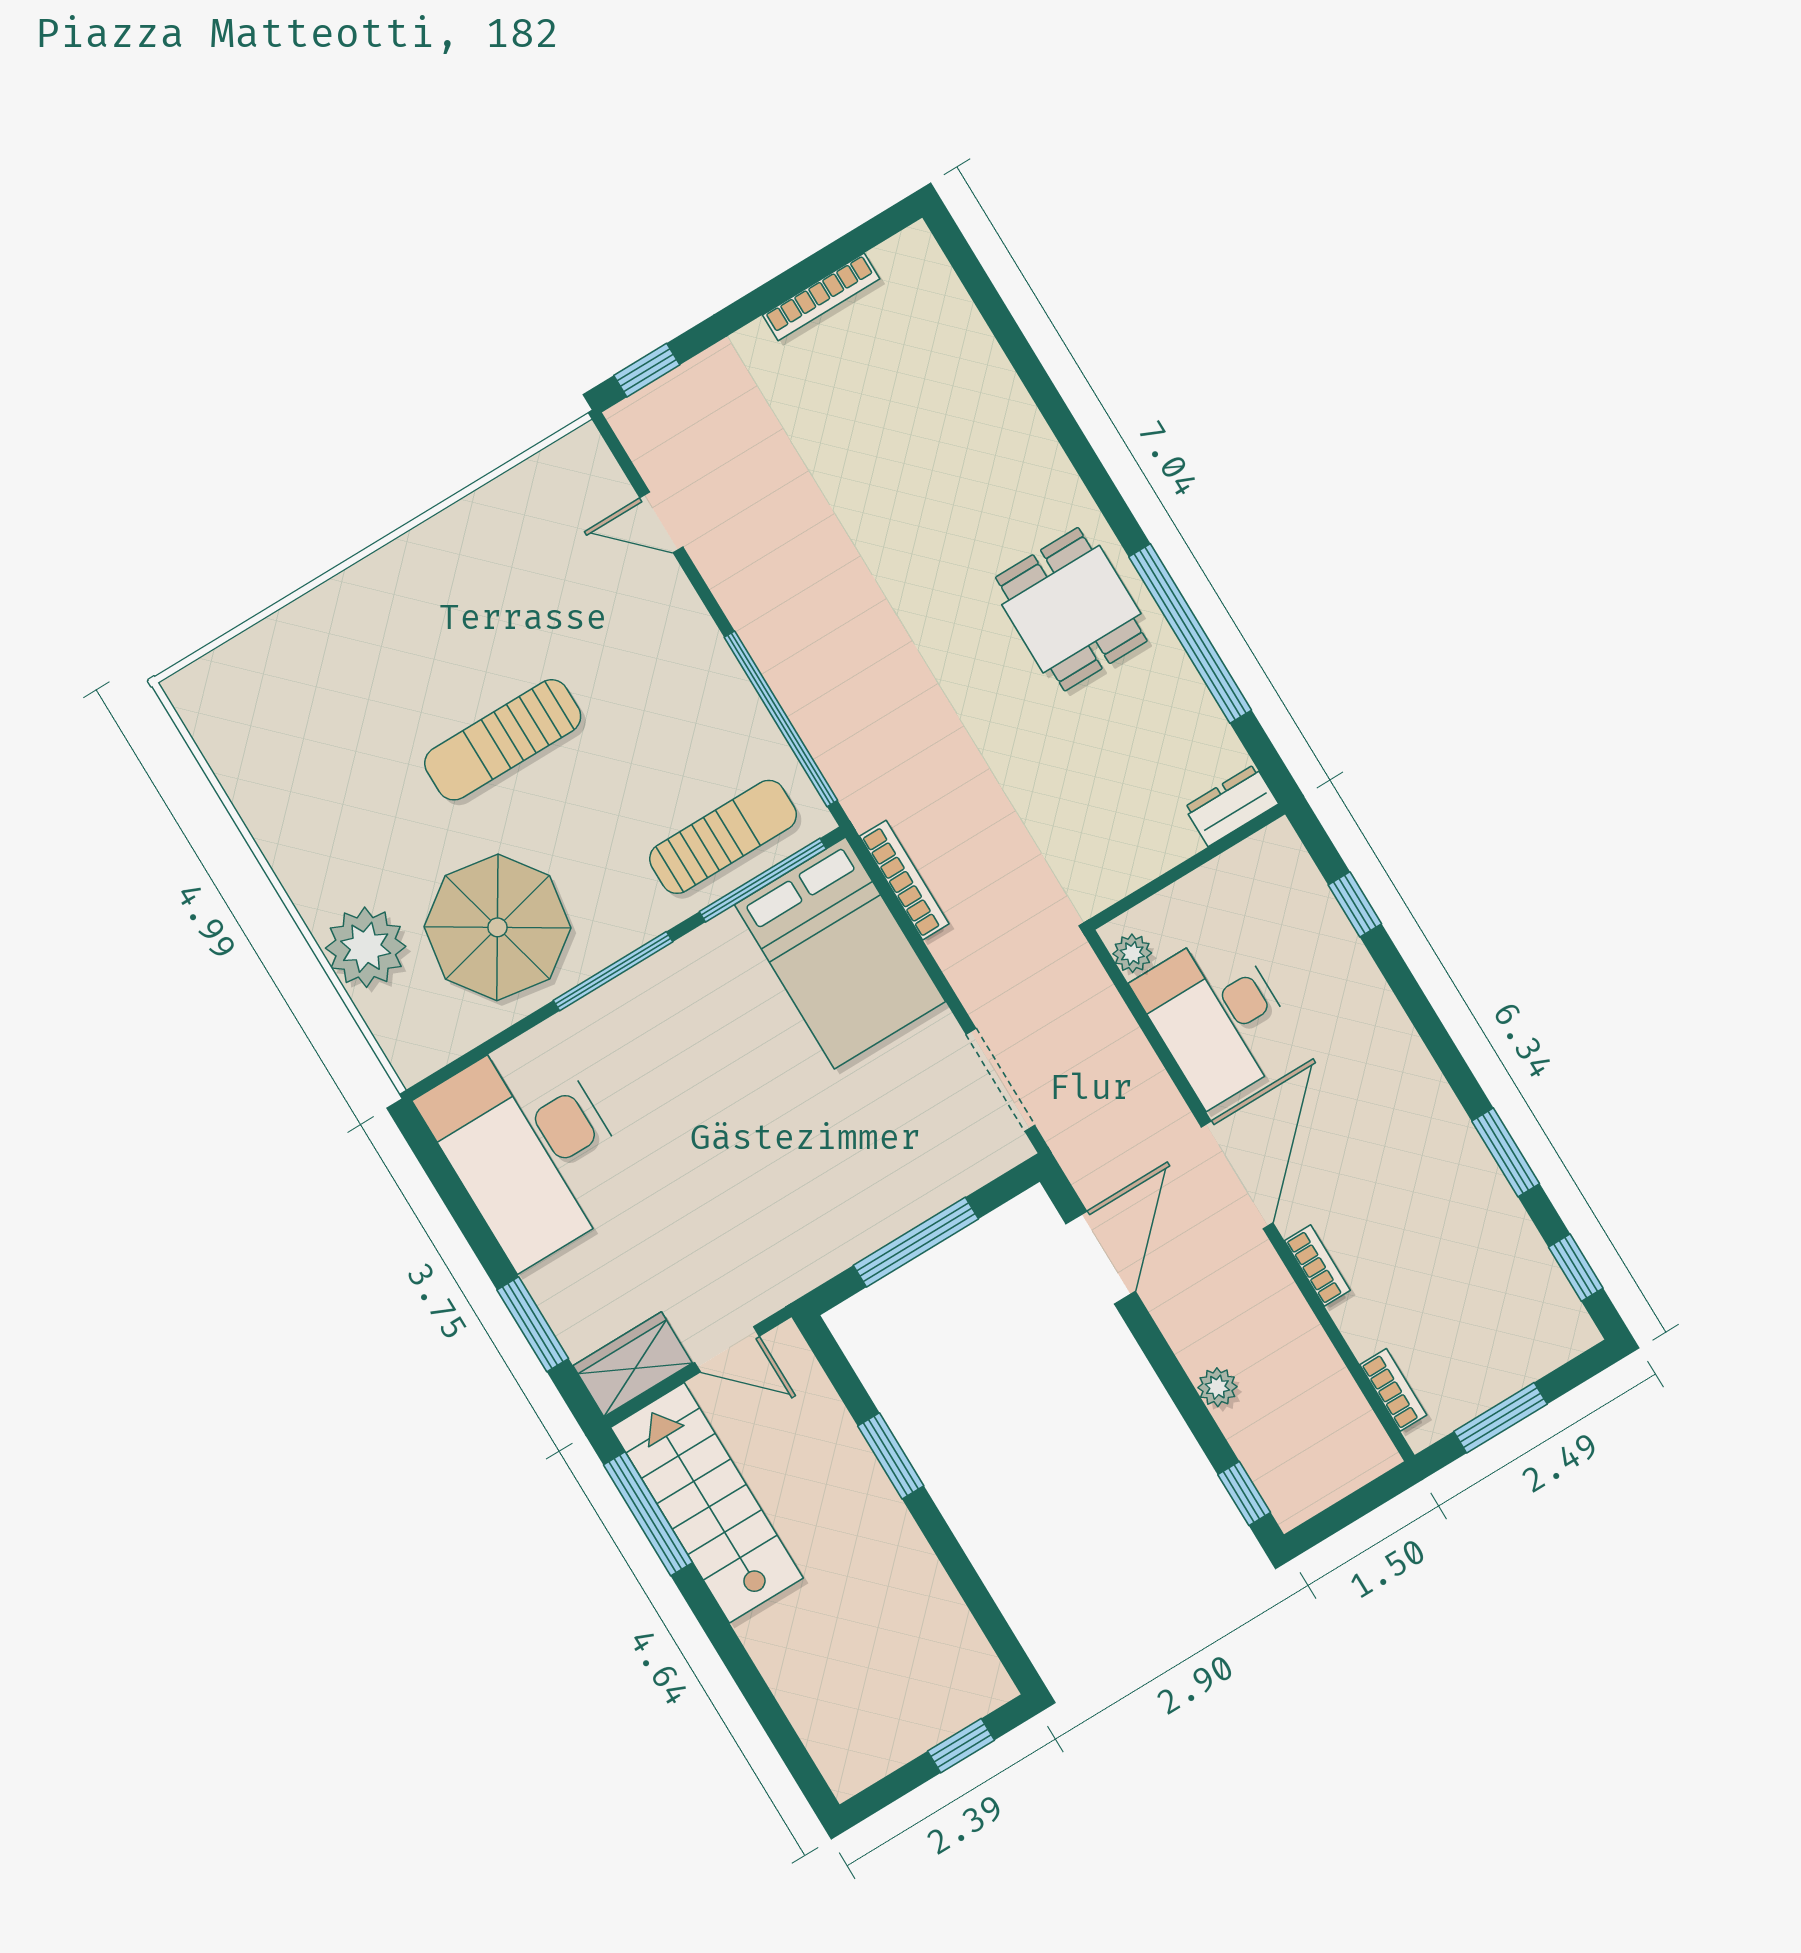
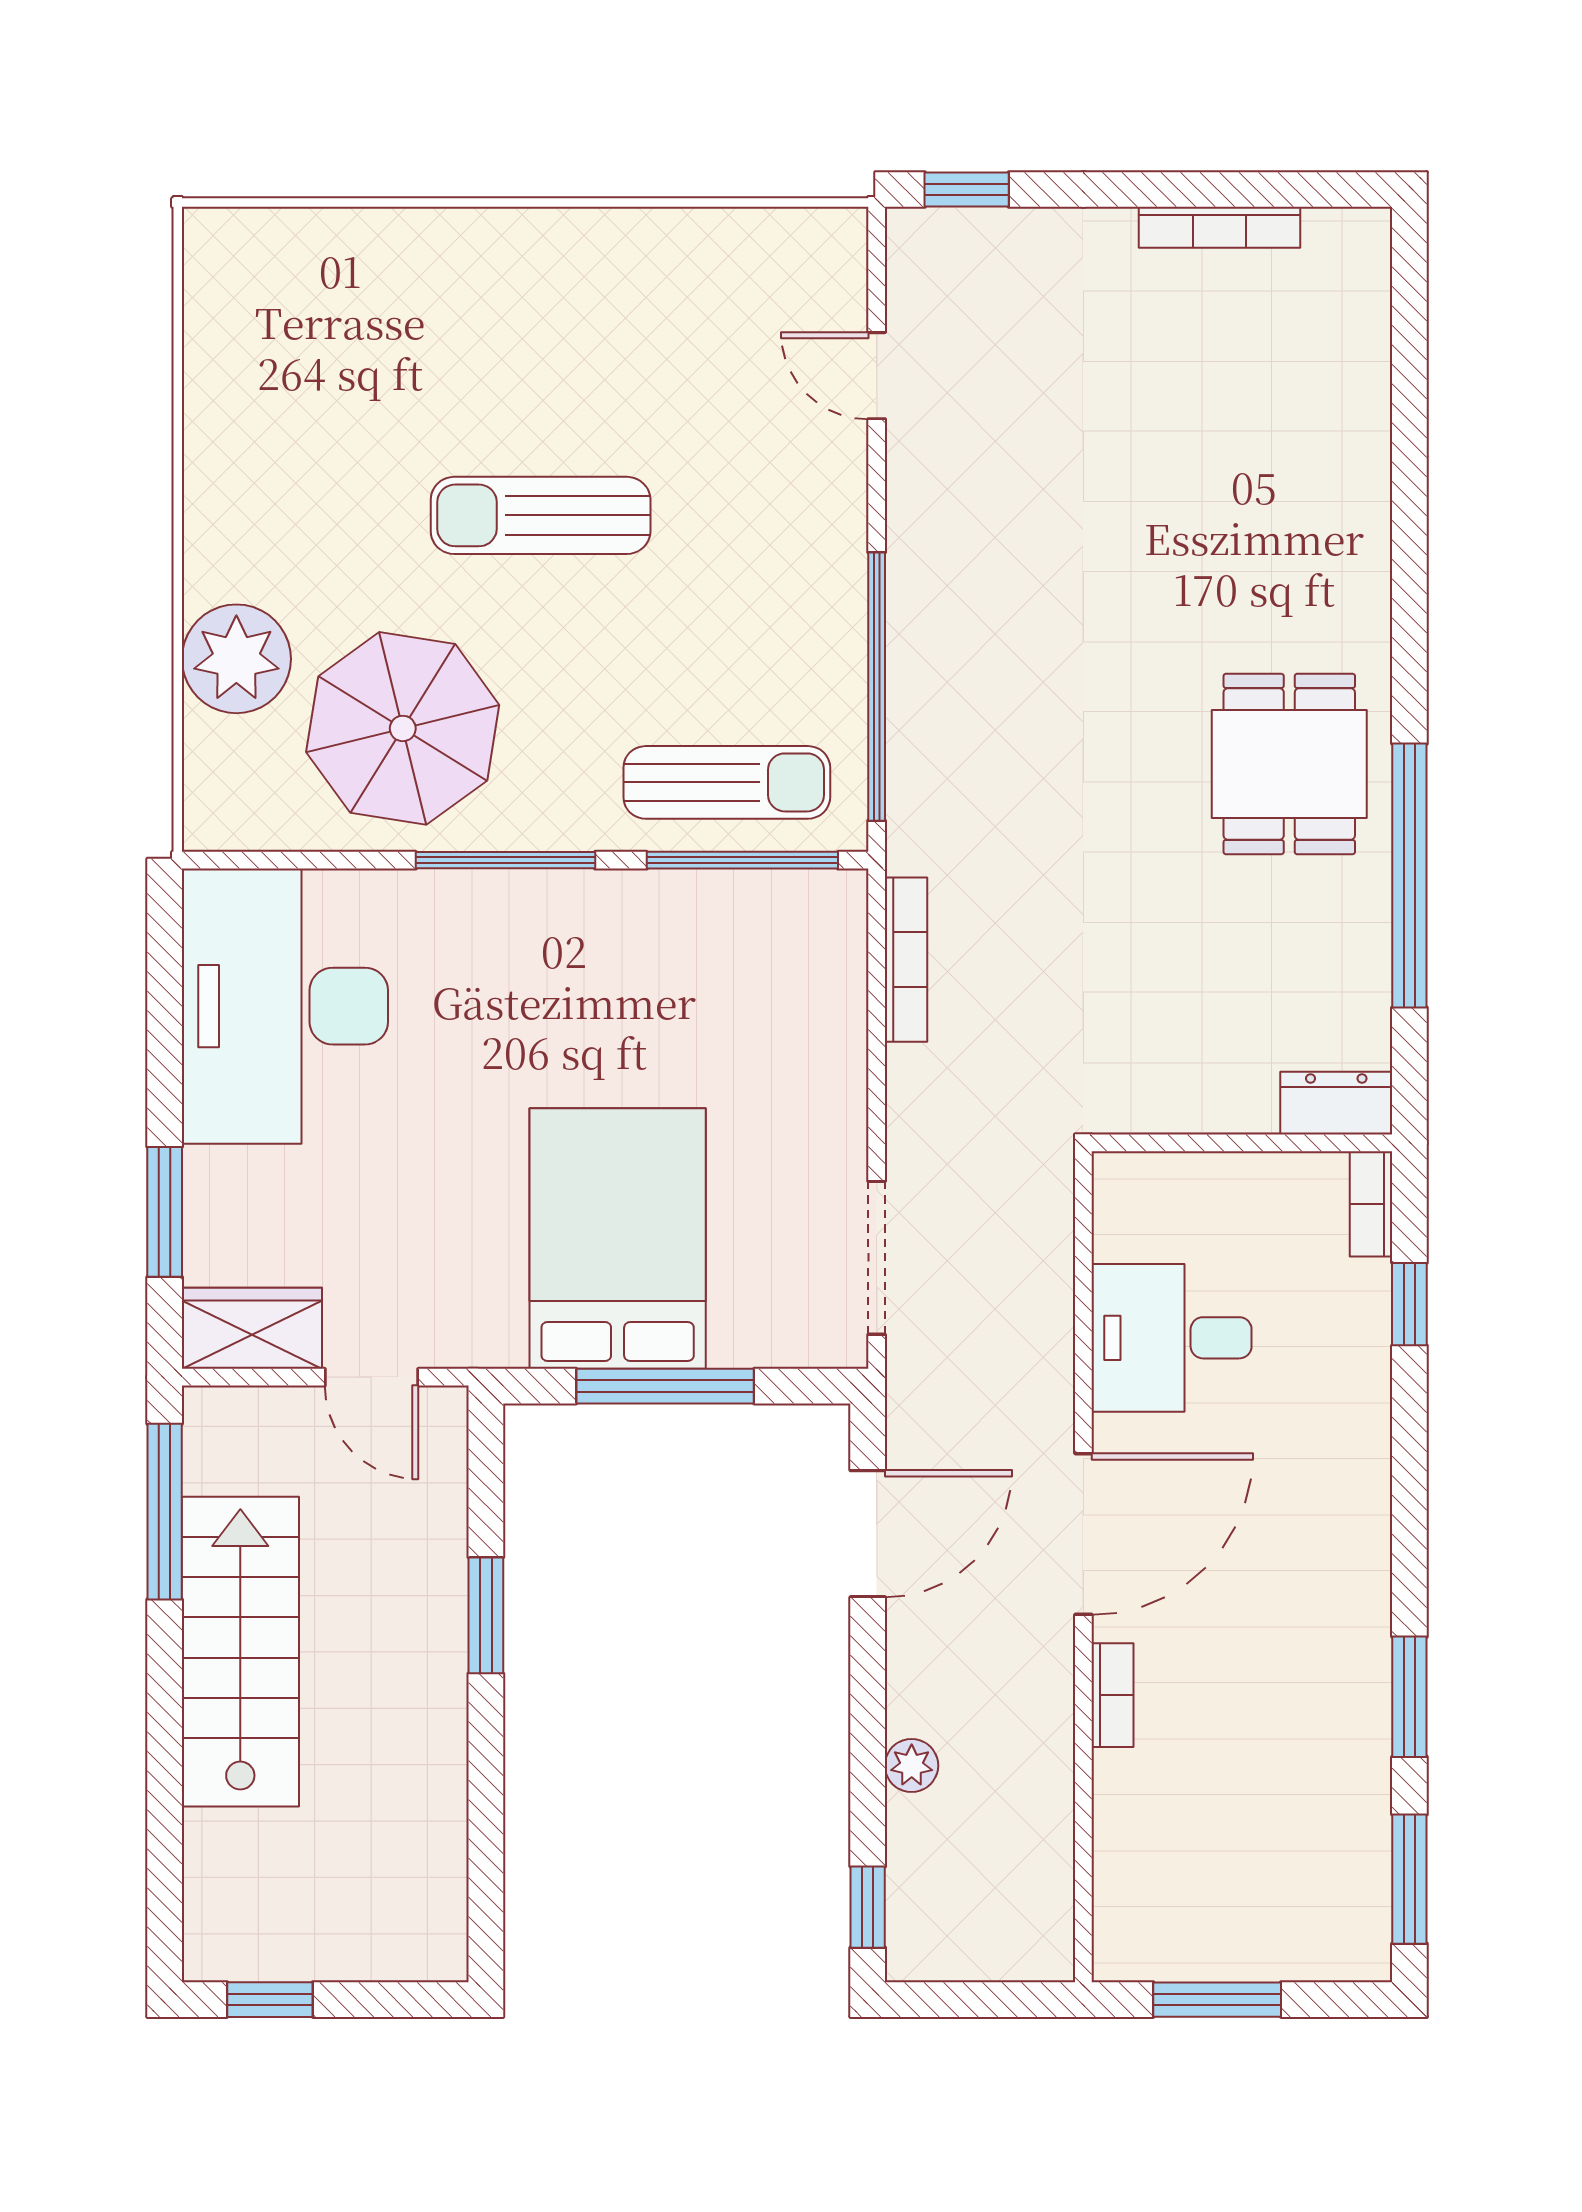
bed: (840, 953) -> (618, 1239), moved, turned 180
plant: (1132, 953) -> (1118, 1204), removed
desk: (1217, 1017) -> (1172, 1338), width x0.73
window: (1576, 1268) -> (1409, 1879), width x1.50
bookcase: (1393, 1390) -> (1371, 1204), moved, turned 180
stairs: (707, 1503) -> (240, 1652), moved
window: (961, 1746) -> (270, 2000), moved

